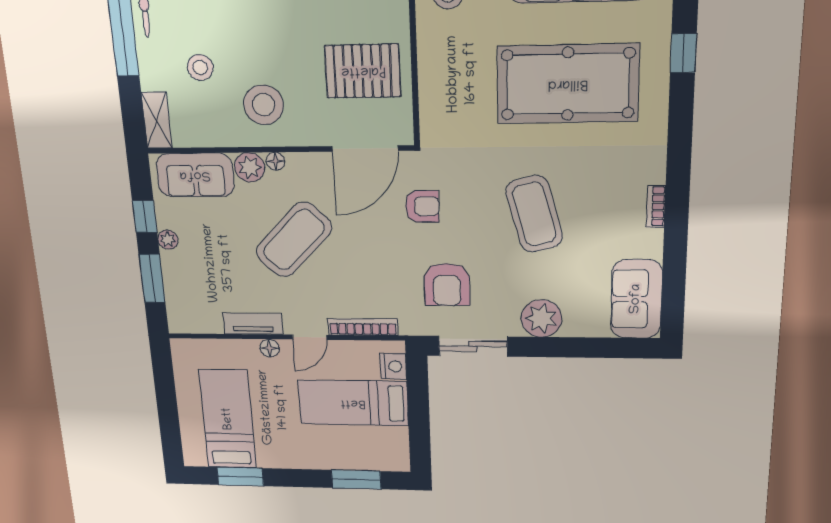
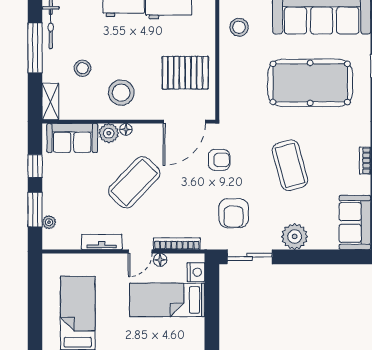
plant: (168, 240) -> (49, 222), moved
floor lamp: (269, 348) -> (160, 260), moved

